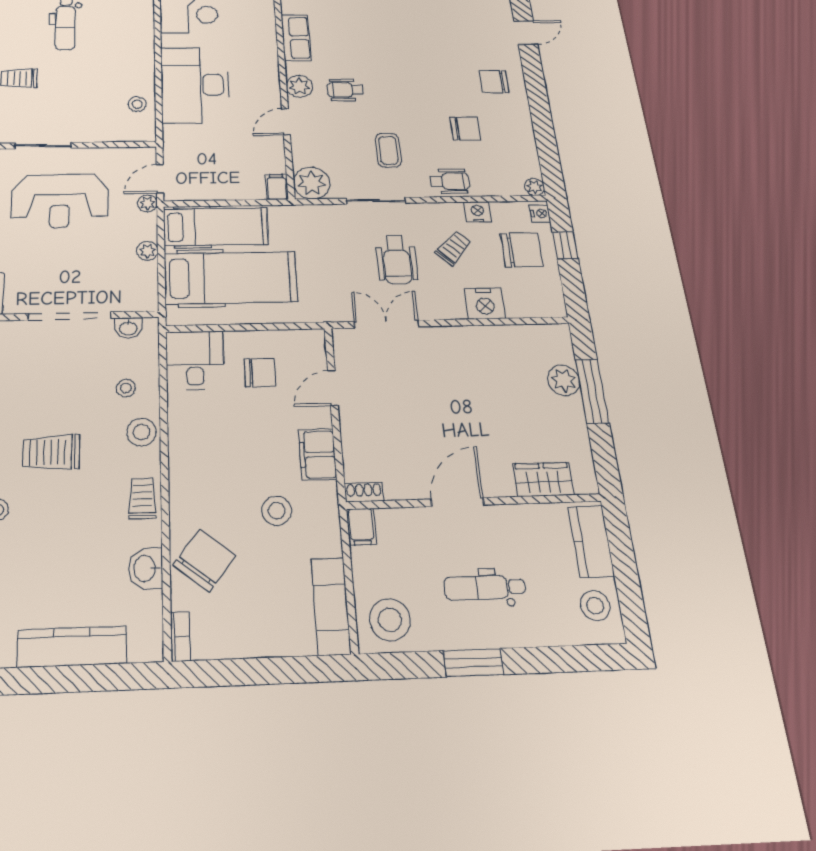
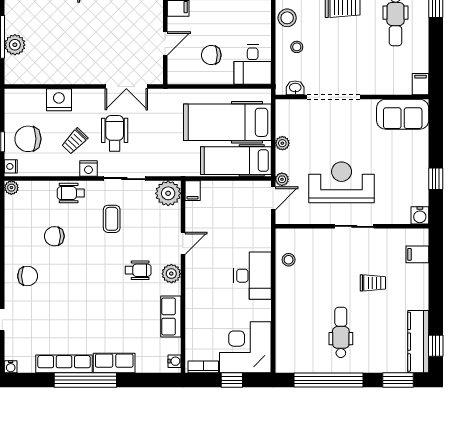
desk: (195, 85) -> (252, 276), width x0.73, depth x0.77
nightstand: (478, 212) -> (88, 168), moved

